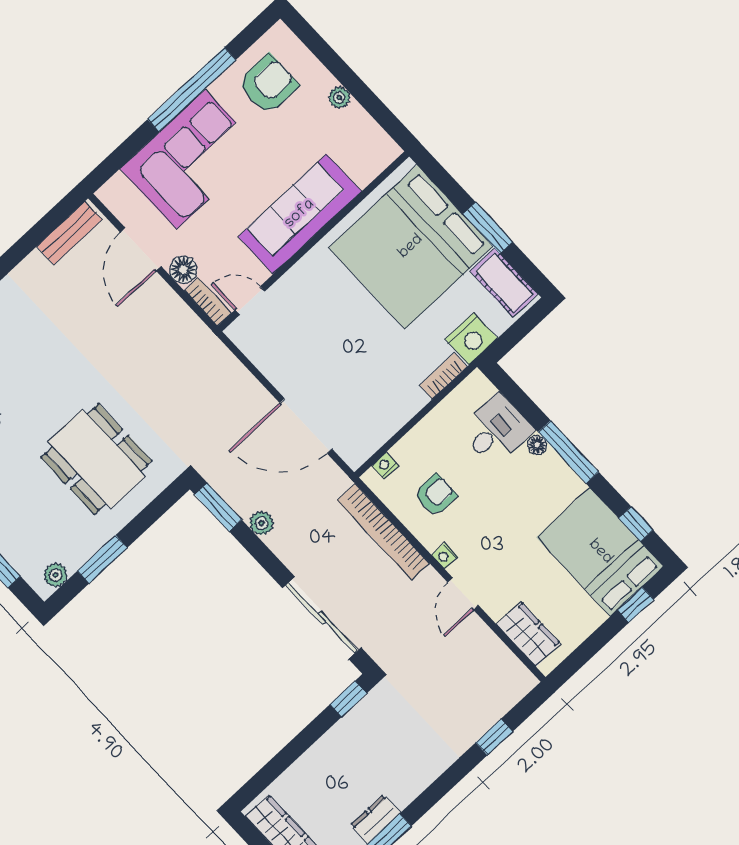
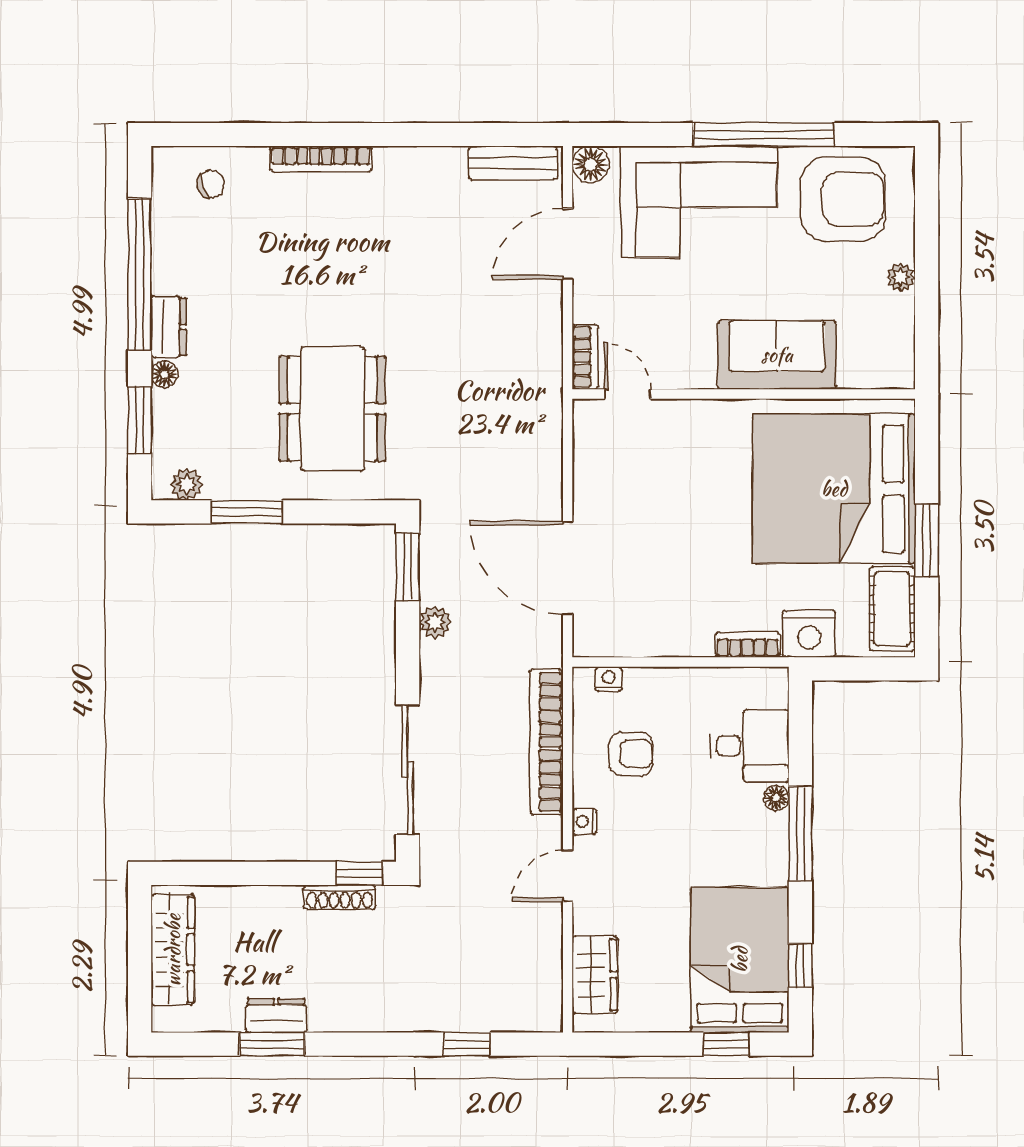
armchair: (268, 84) -> (843, 199), width x1.36, depth x1.36
sofa: (300, 214) -> (777, 355), width x0.73
floor lamp: (183, 270) -> (591, 164), moved
shoe rack: (350, 722) -> (340, 897), added

